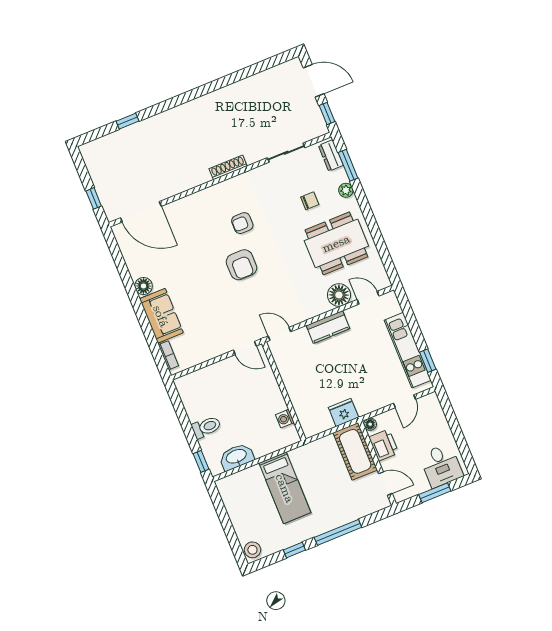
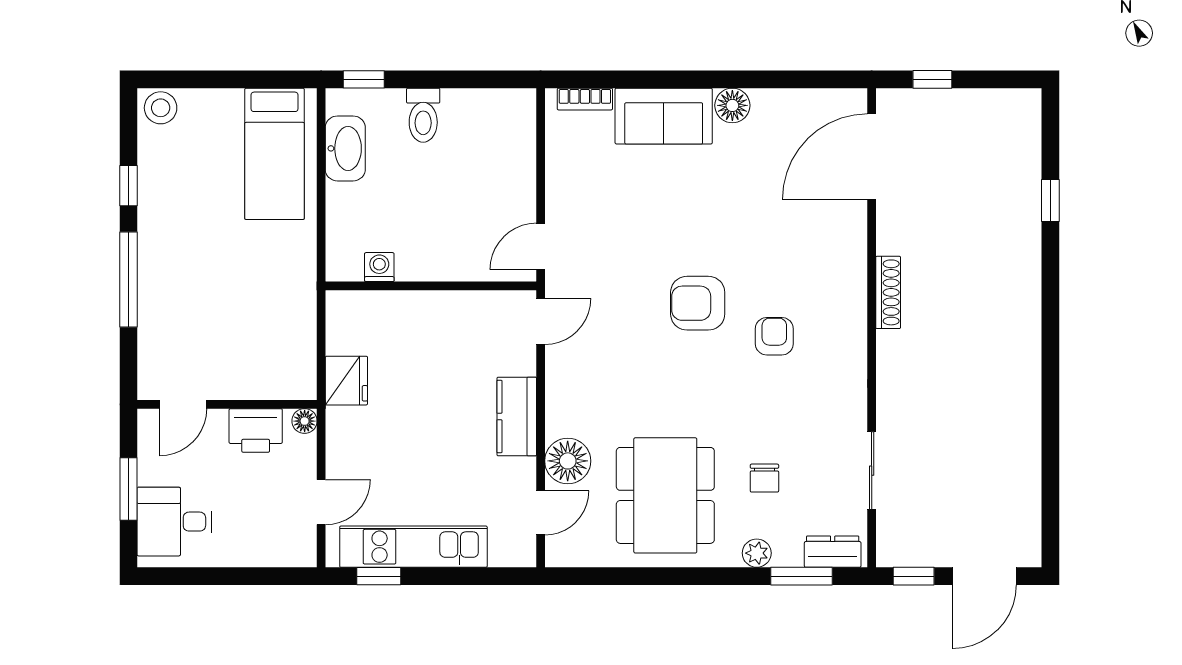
shoe rack: (228, 167) -> (888, 292), moved
door: (404, 401) -> (321, 502), swing flipped
cot: (355, 451) -> (265, 373), removed
bed: (285, 488) -> (274, 154), moved, turned -90

